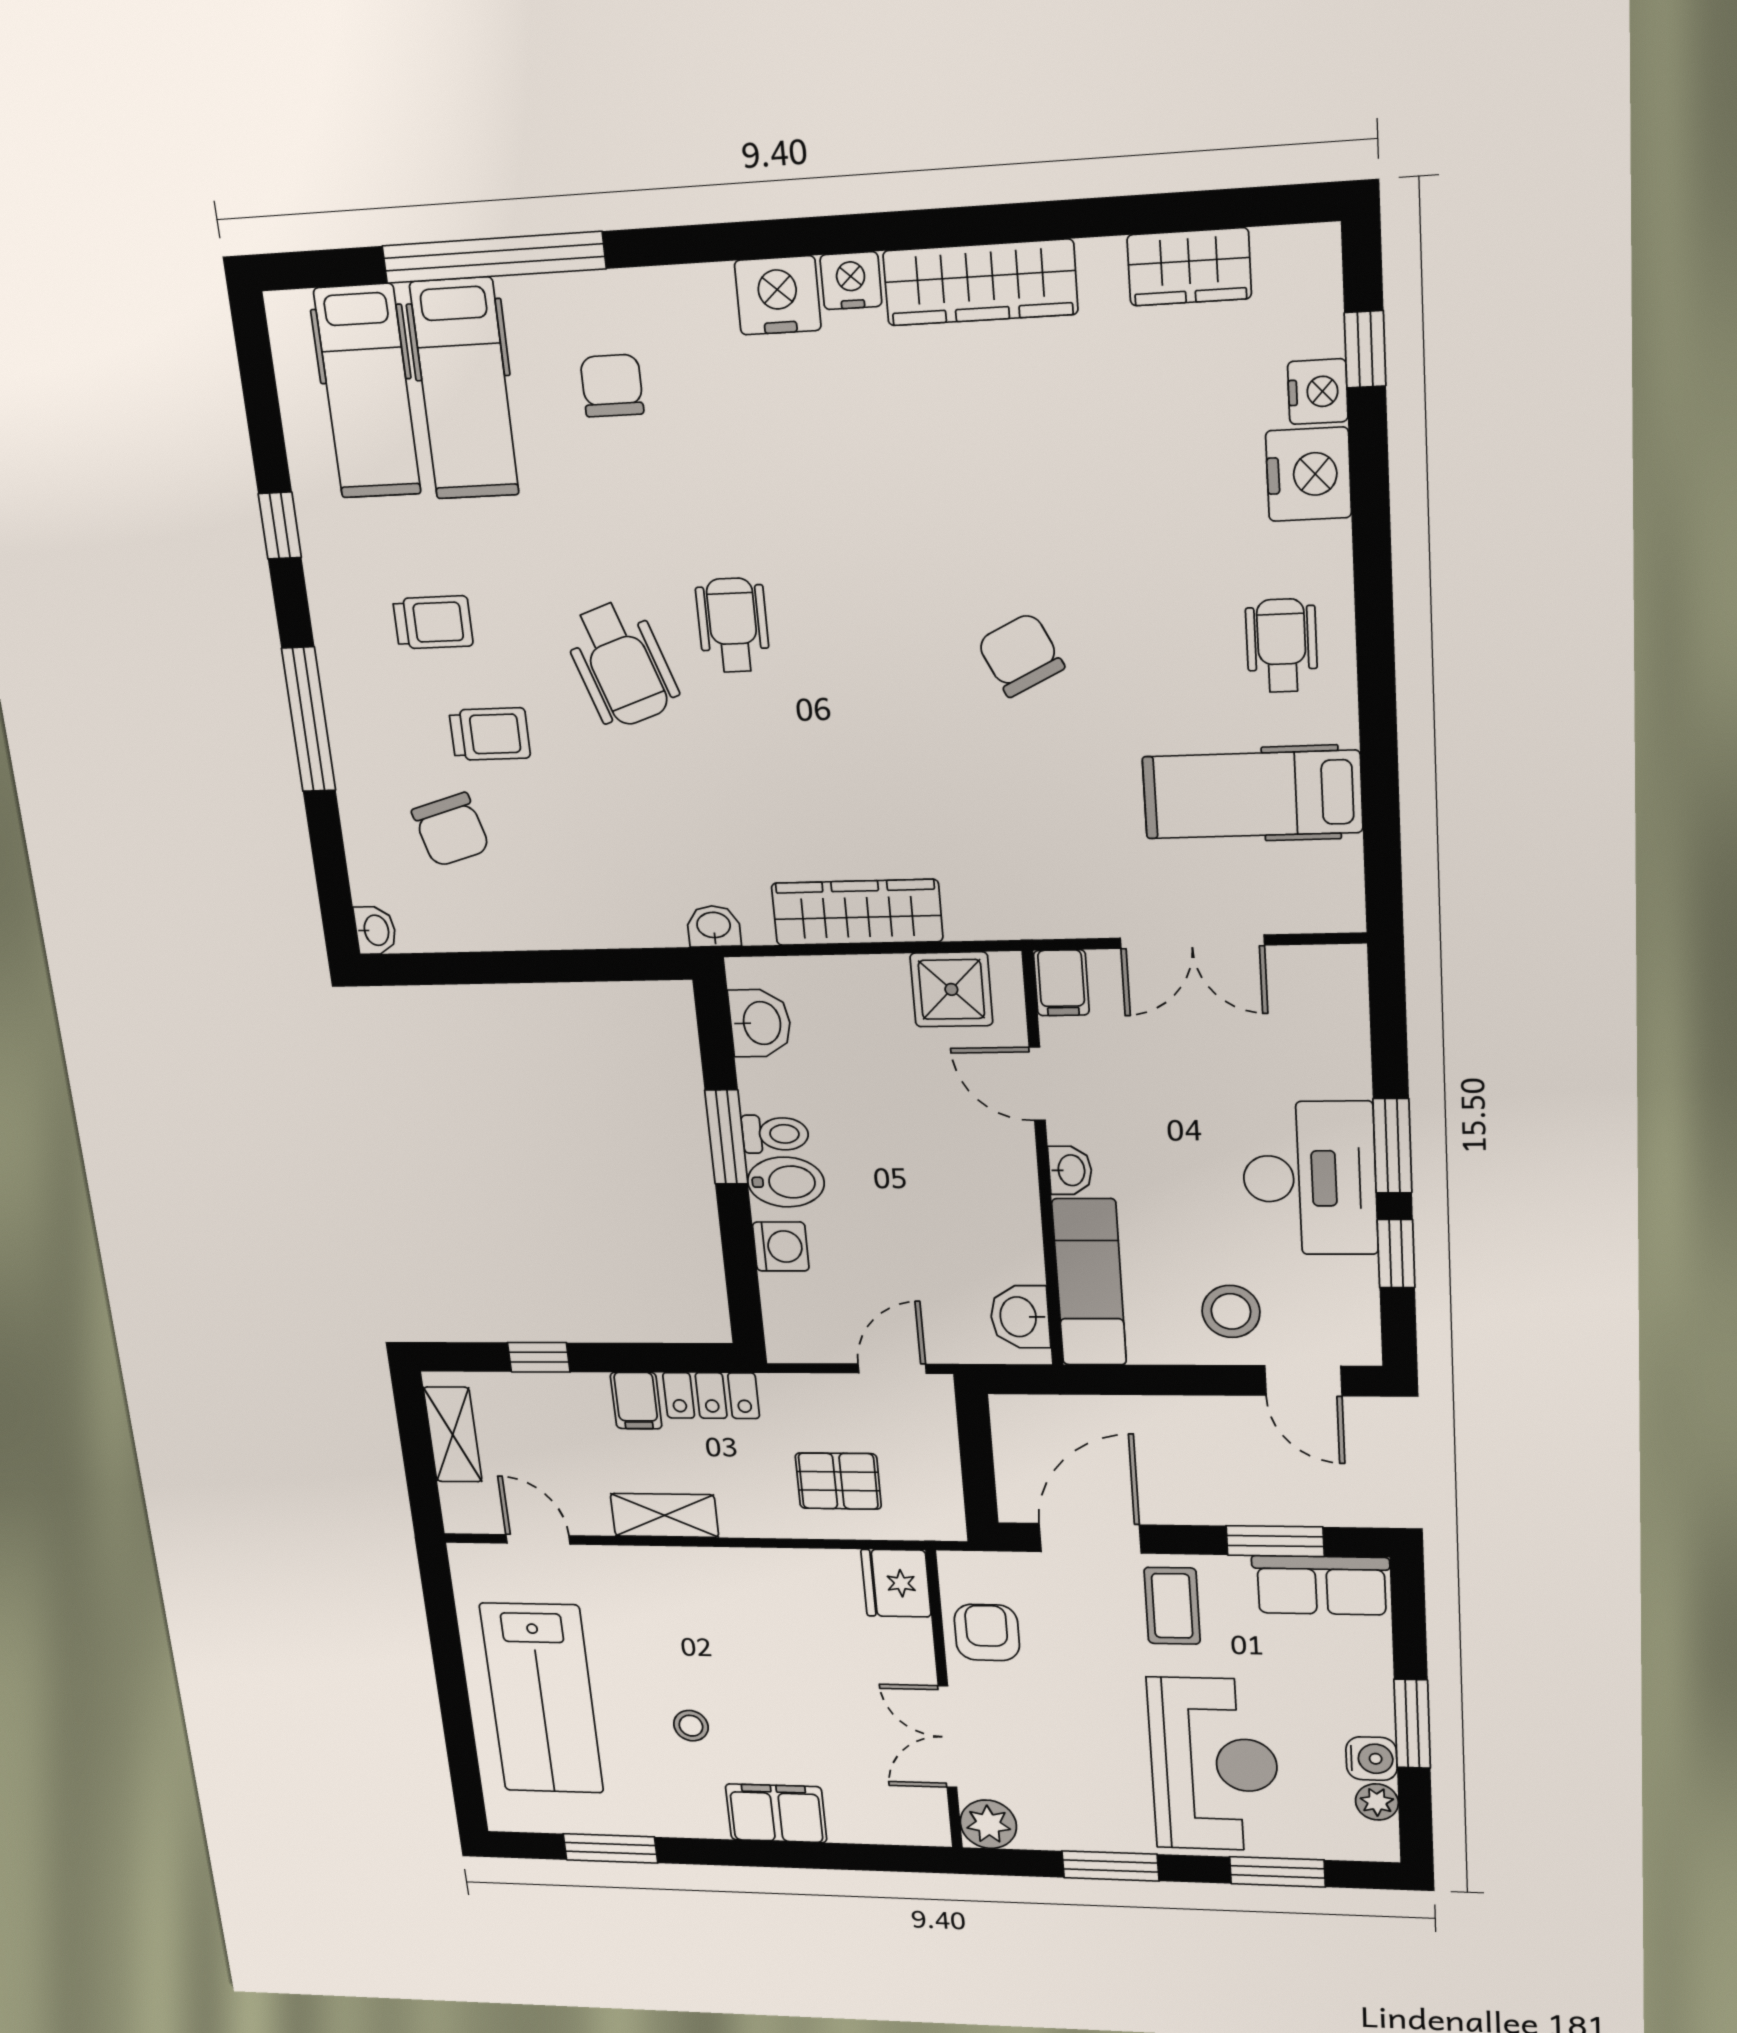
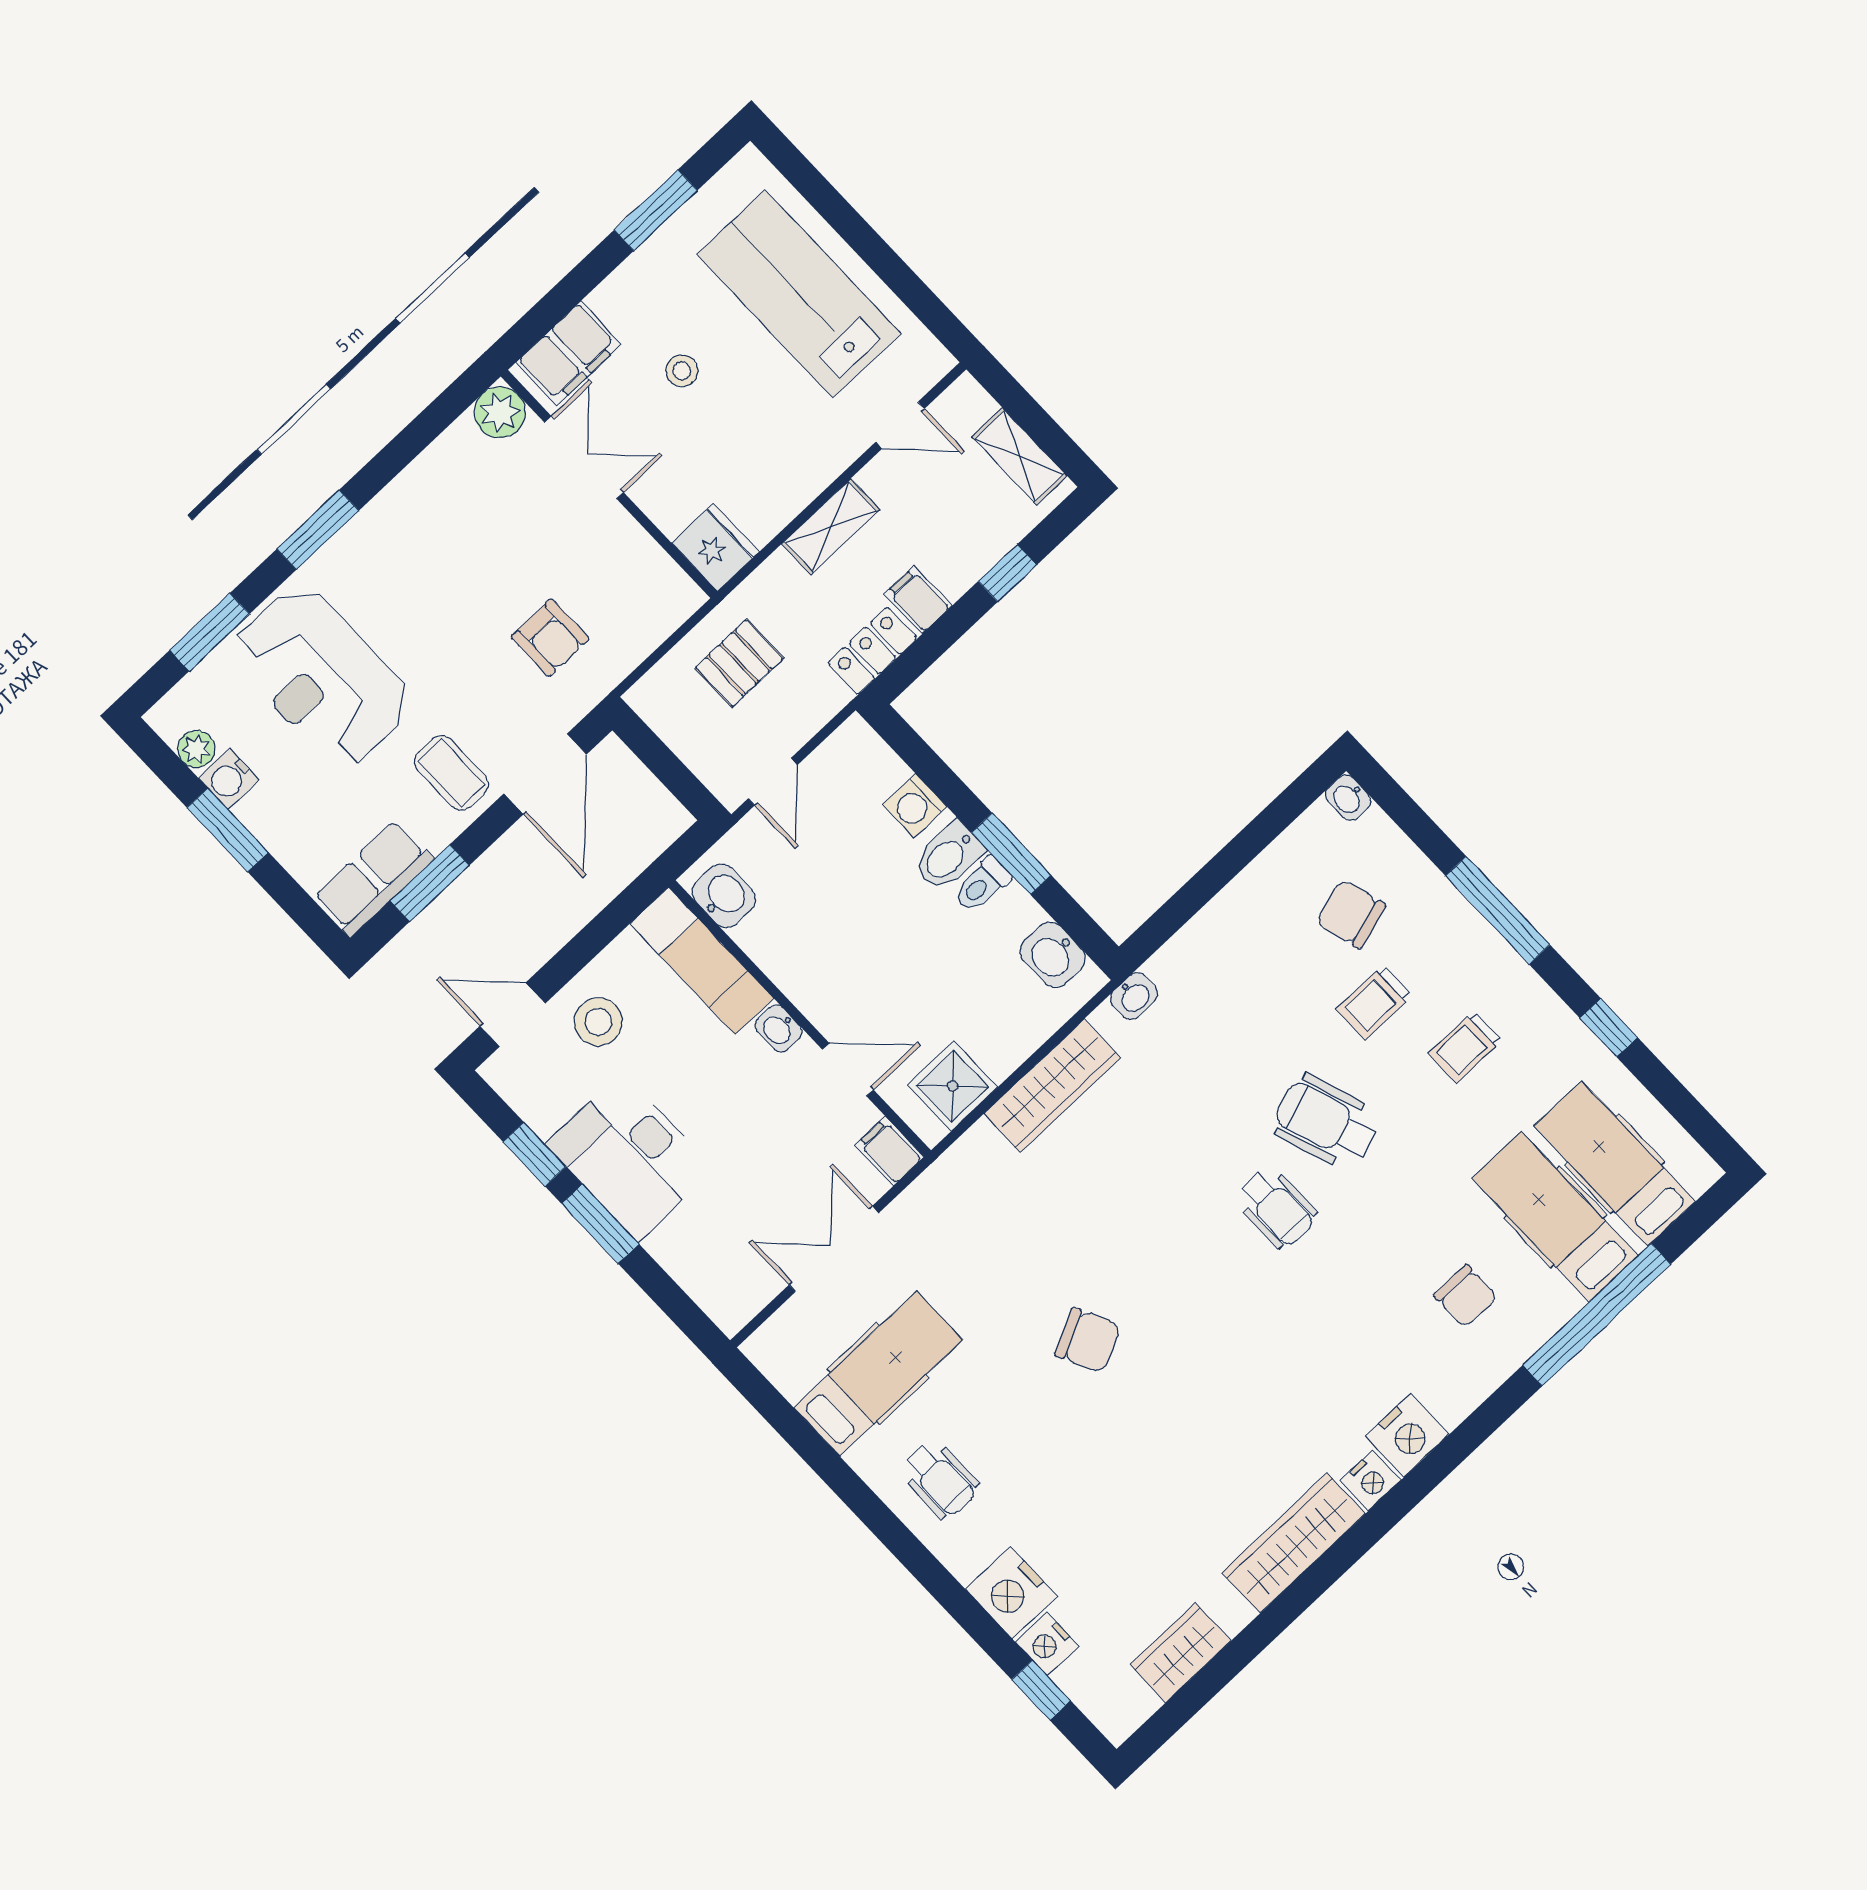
fridge: (896, 1583) -> (715, 547), moved
wall: (944, 1701) -> (609, 484), moved
double door: (947, 1737) -> (584, 457), moved
plant: (988, 1824) -> (500, 412), moved

